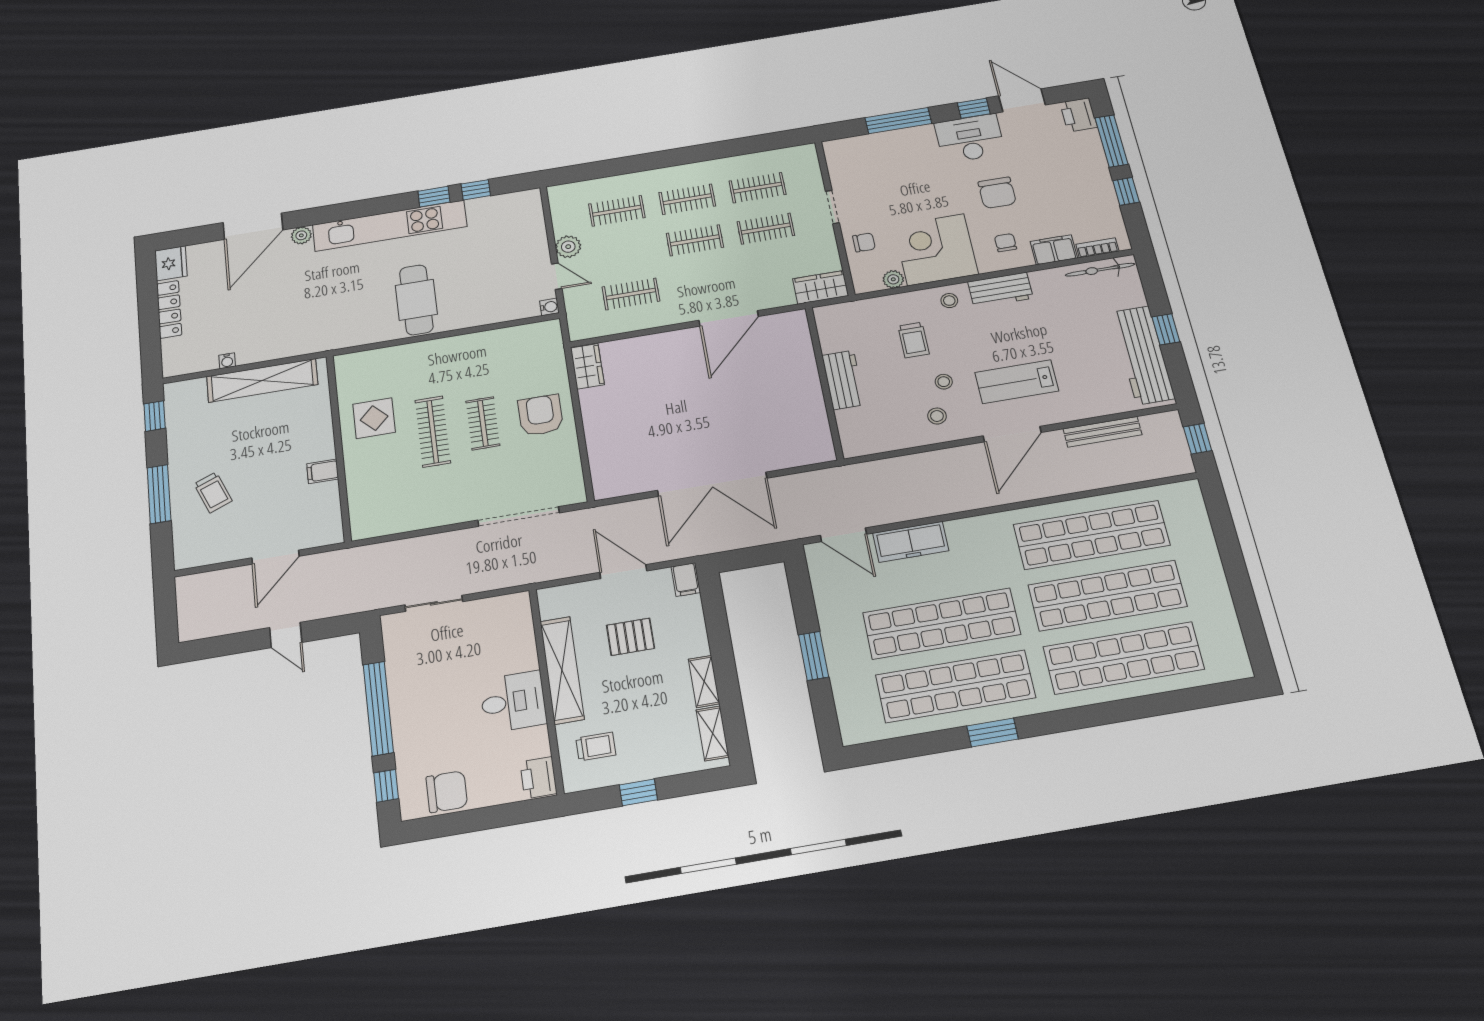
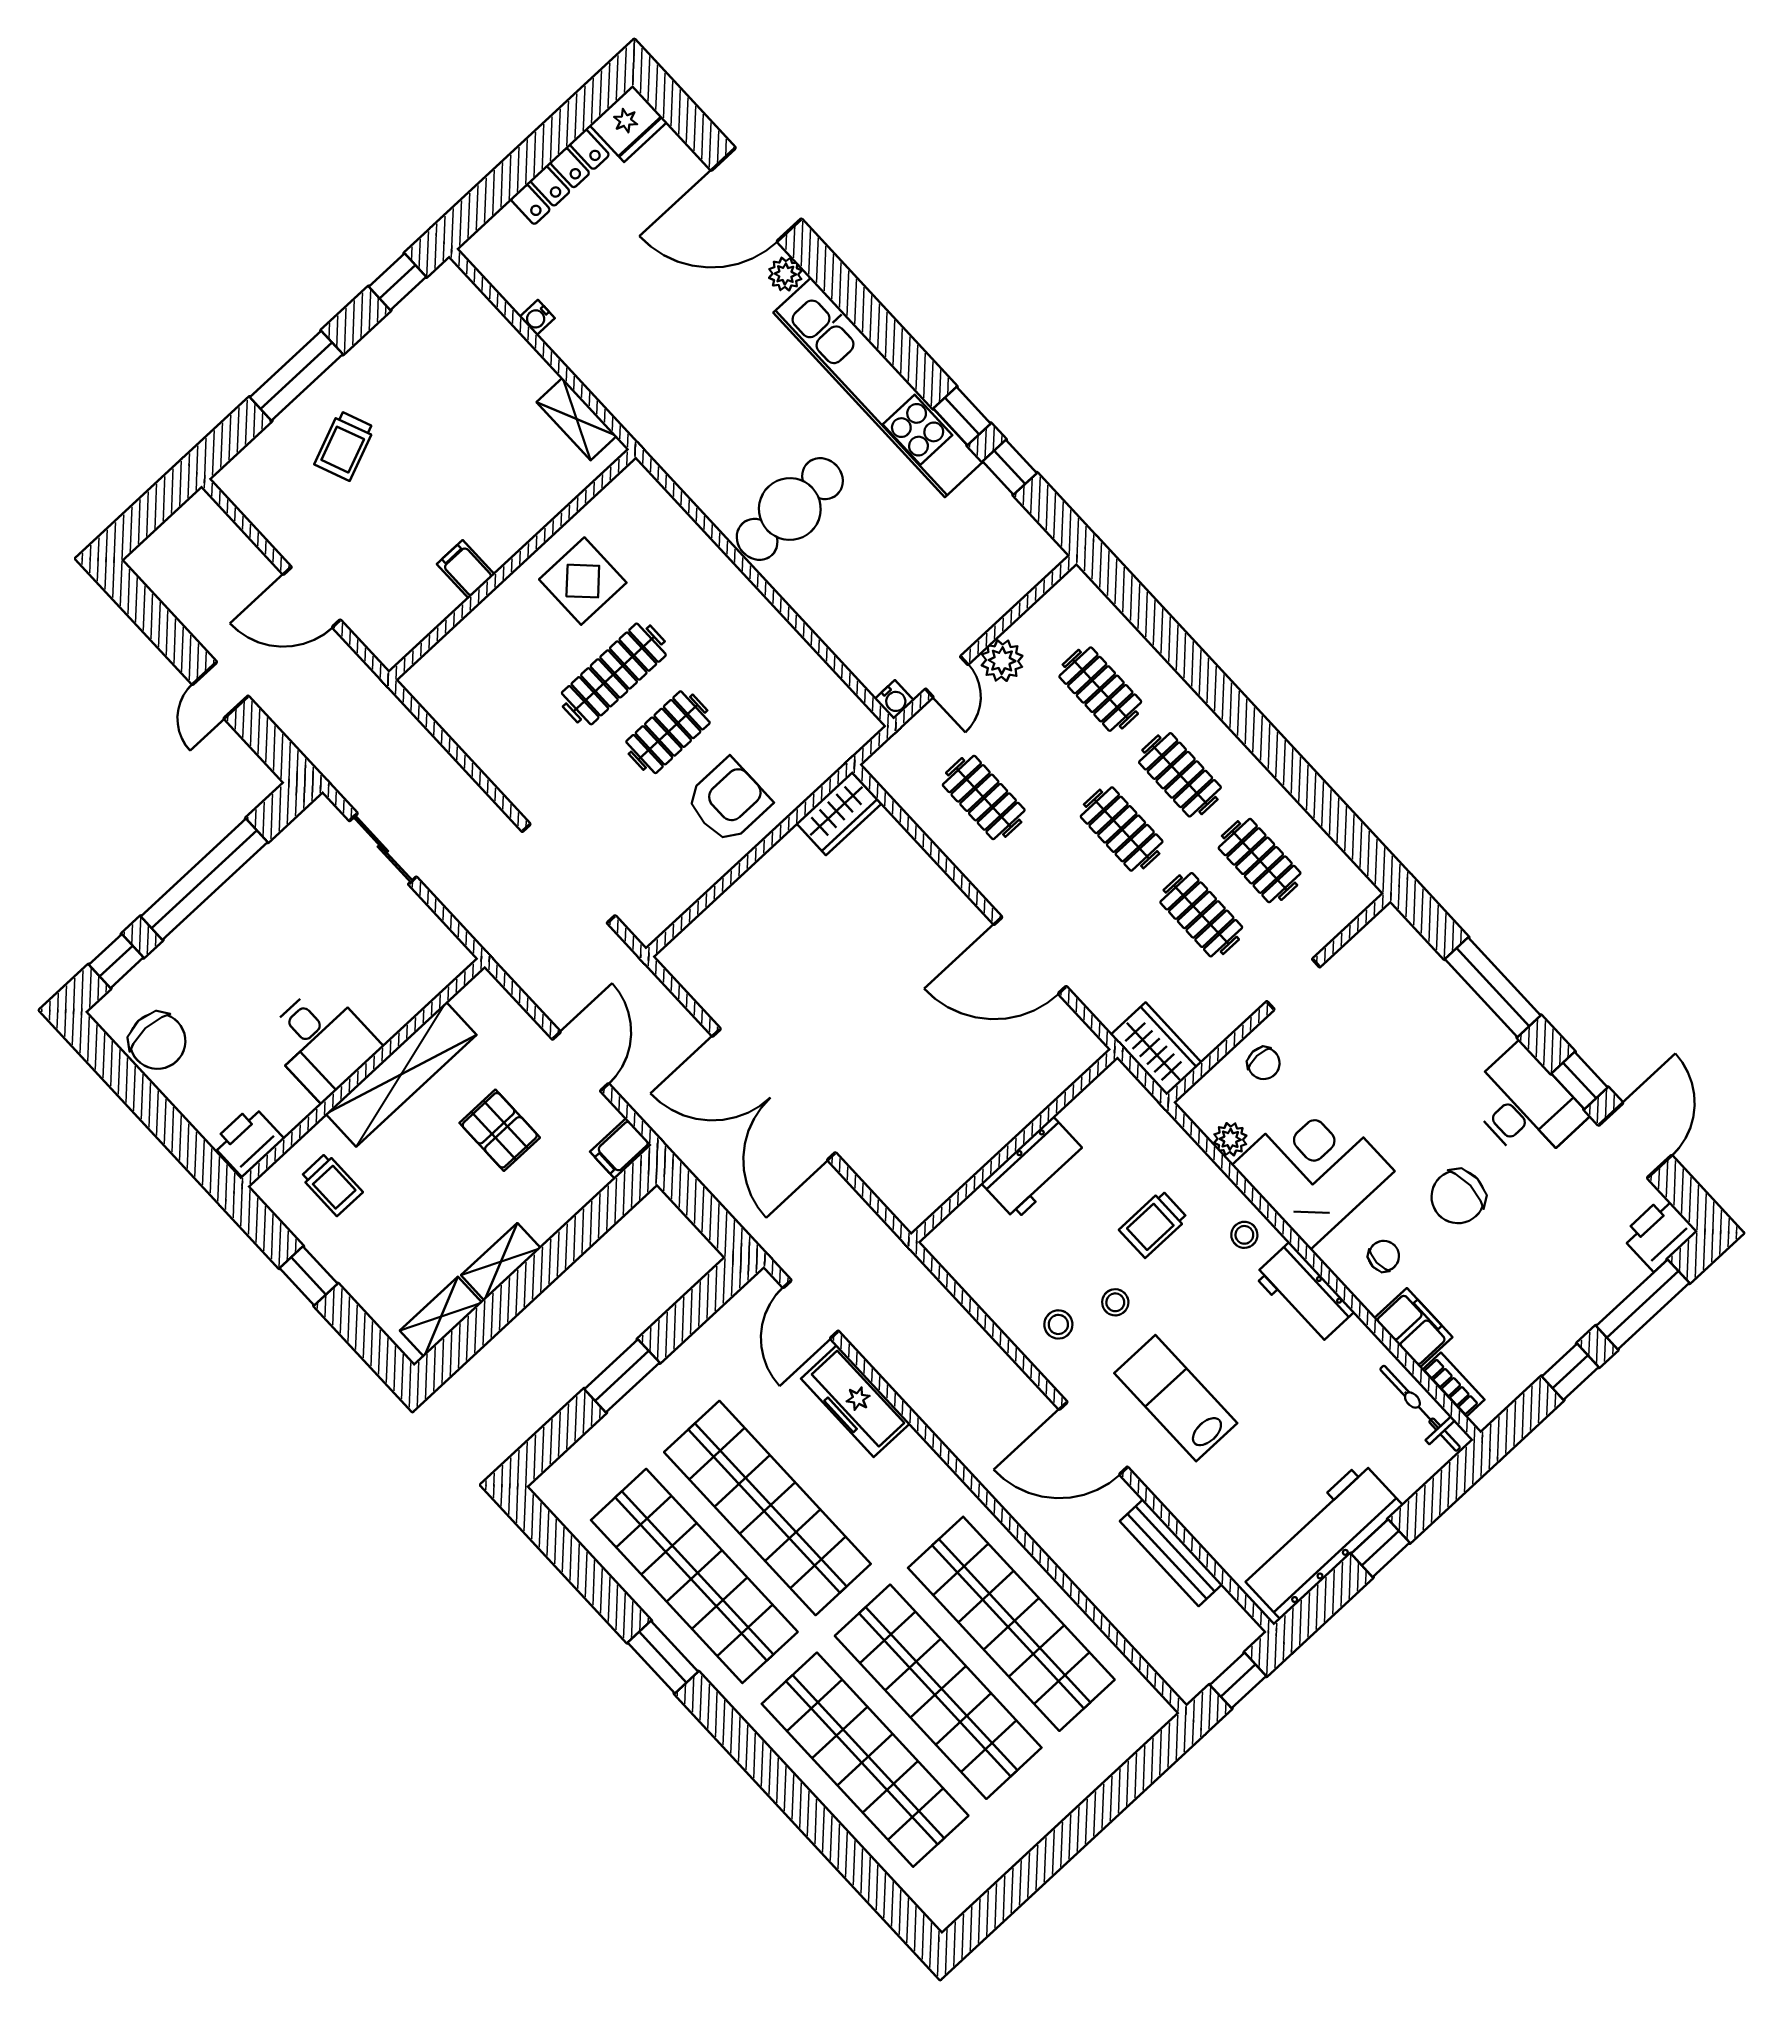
shelving: (262, 380) -> (577, 419), width x0.45, depth x0.75

